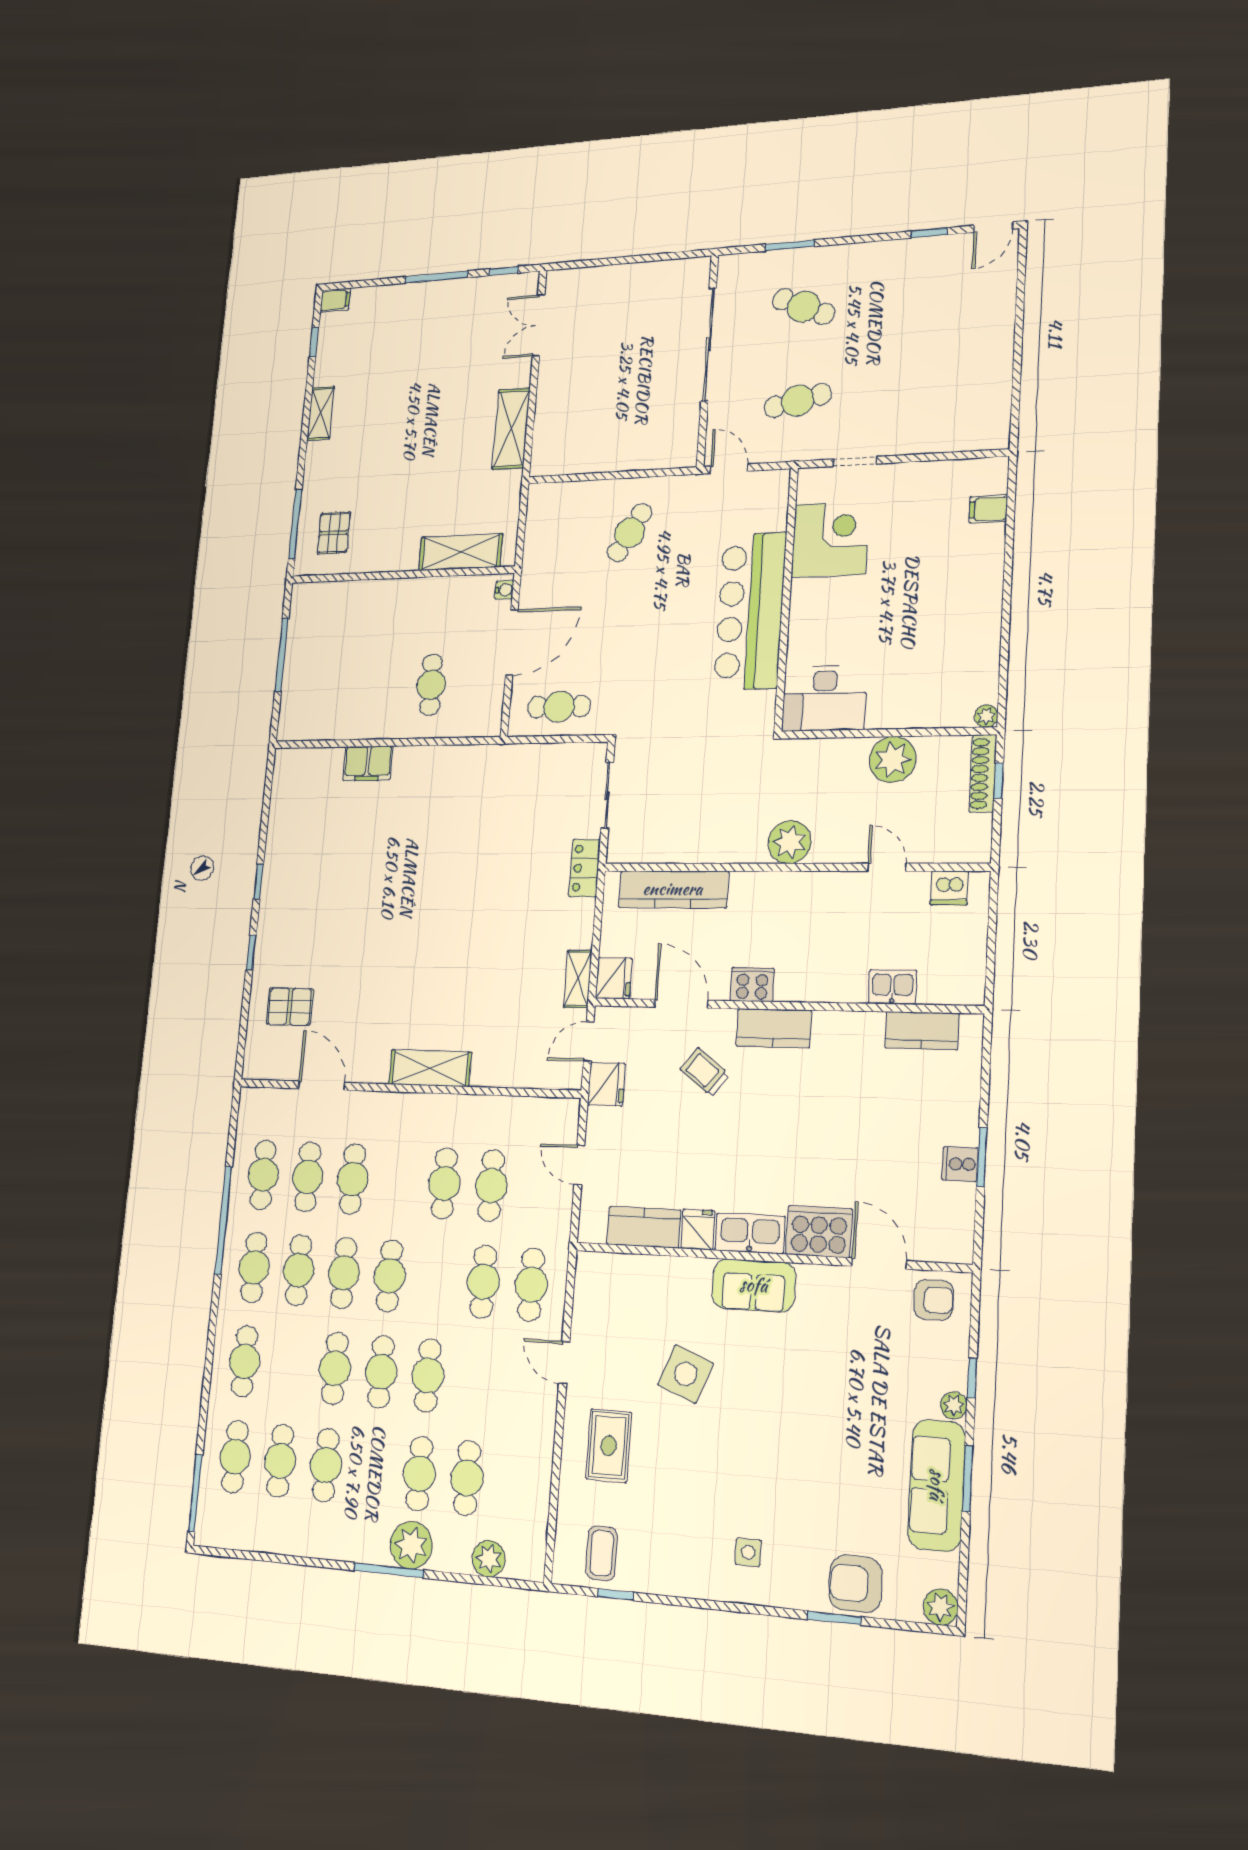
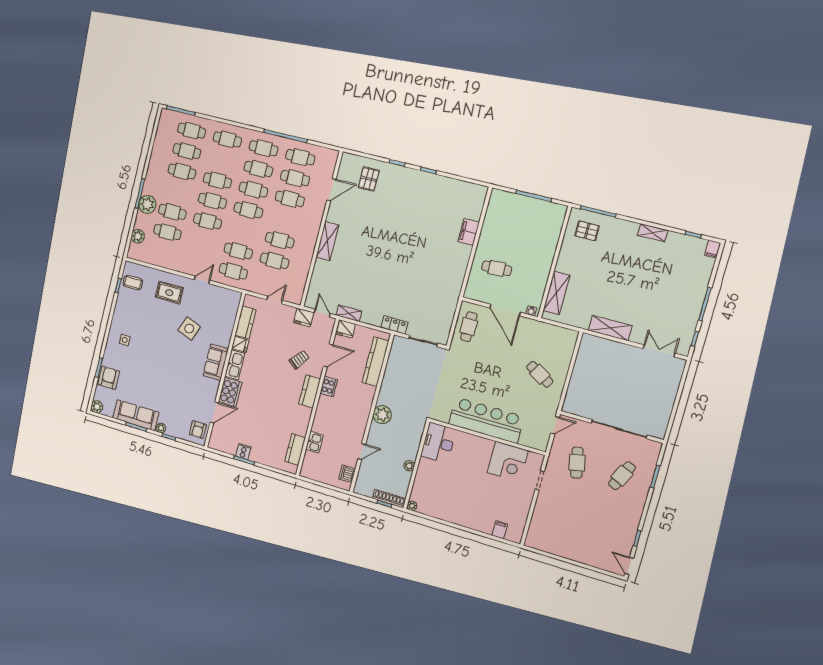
plant: (893, 759) -> (409, 466), width x0.53, depth x0.53

